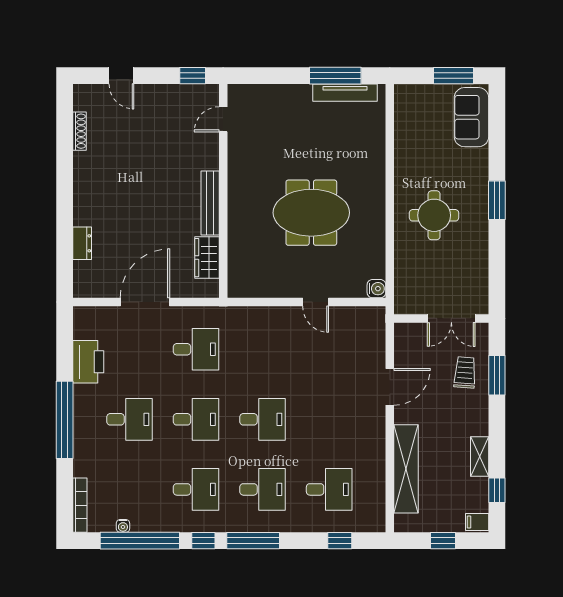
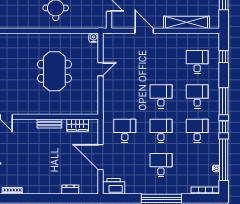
bench: (210, 203) -> (49, 124), width x0.73
printer: (88, 362) -> (114, 186), moved

